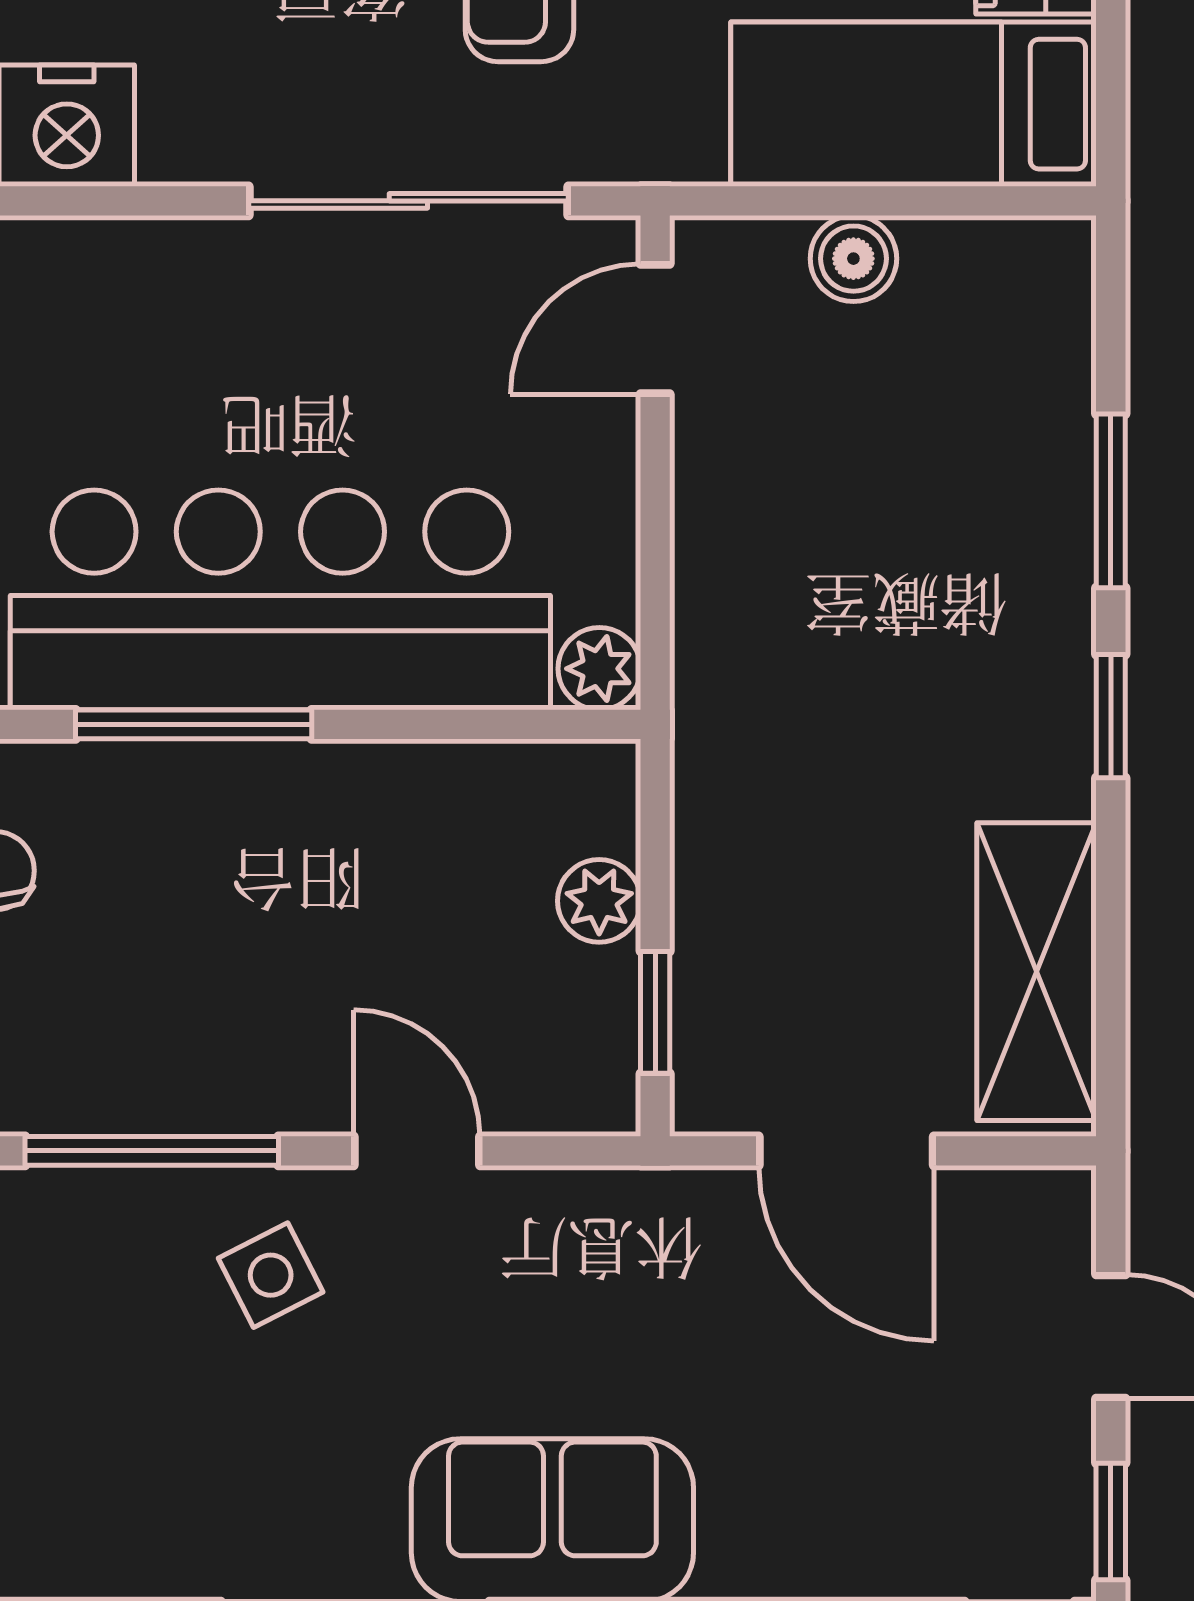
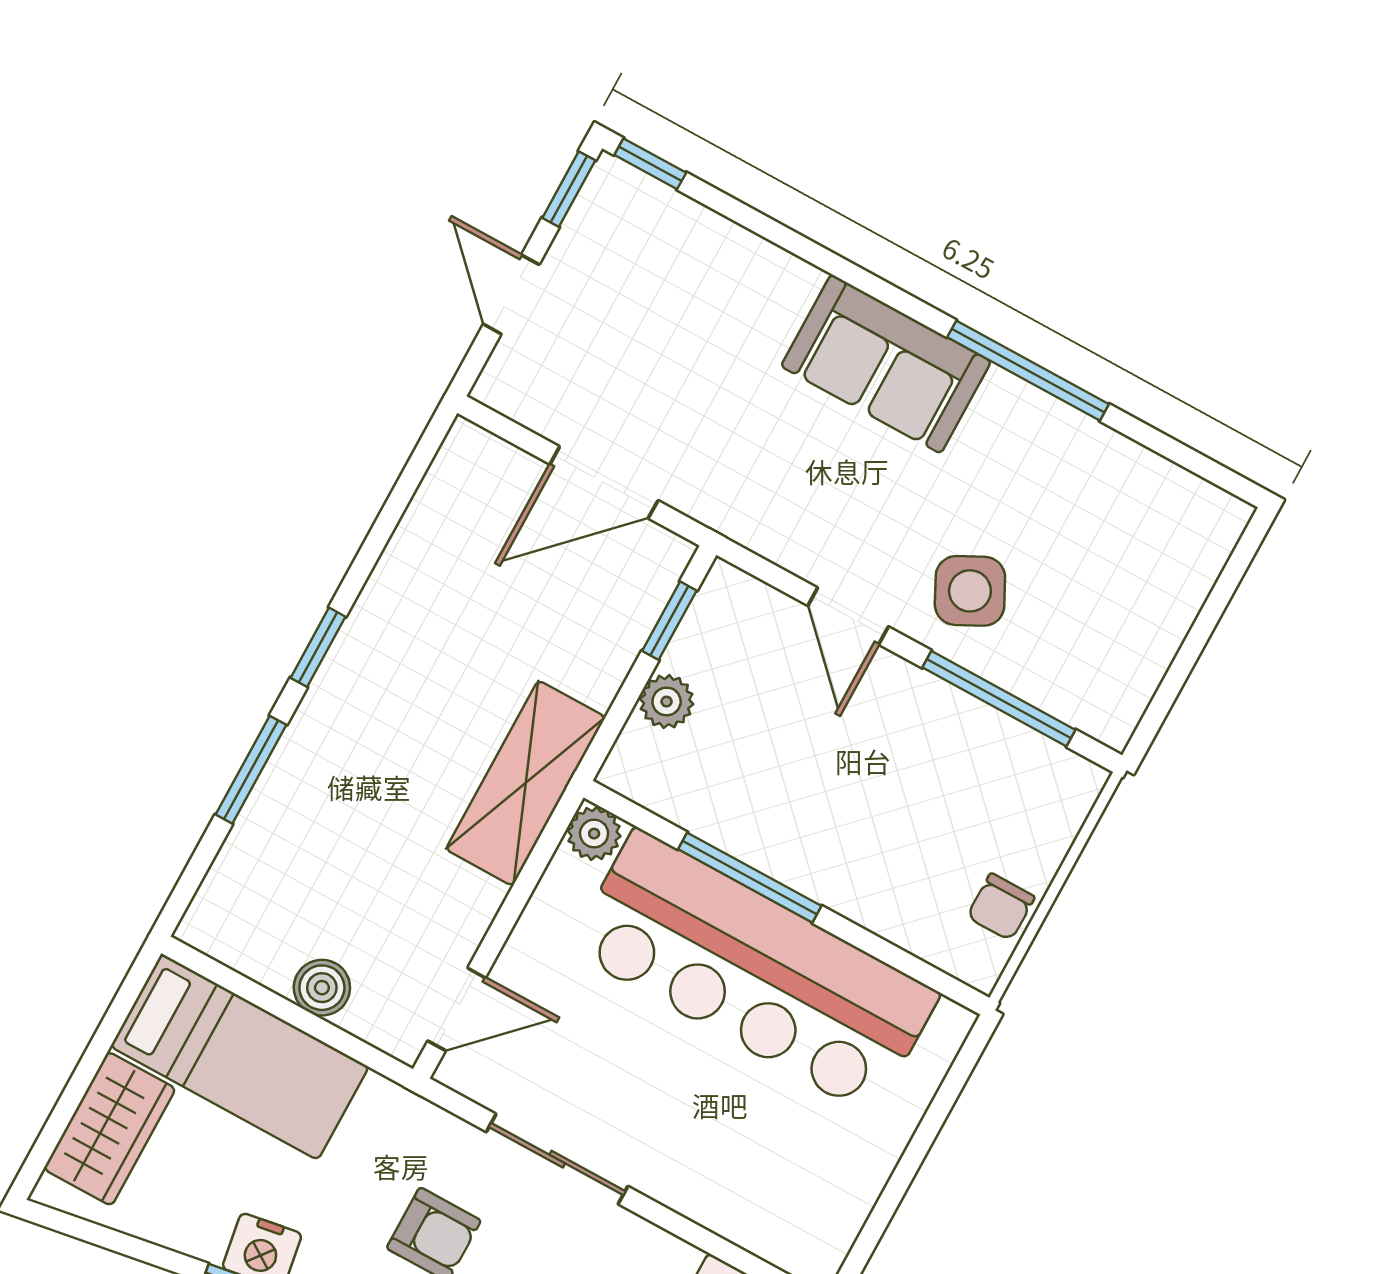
sliding door: (408, 201) -> (557, 1159), width x0.73
window: (194, 724) -> (750, 878), moved
shelving: (1037, 972) -> (526, 783), moved
door: (846, 1151) -> (604, 482), swing flipped
side table: (271, 1275) -> (970, 591), width x1.37, depth x1.37

